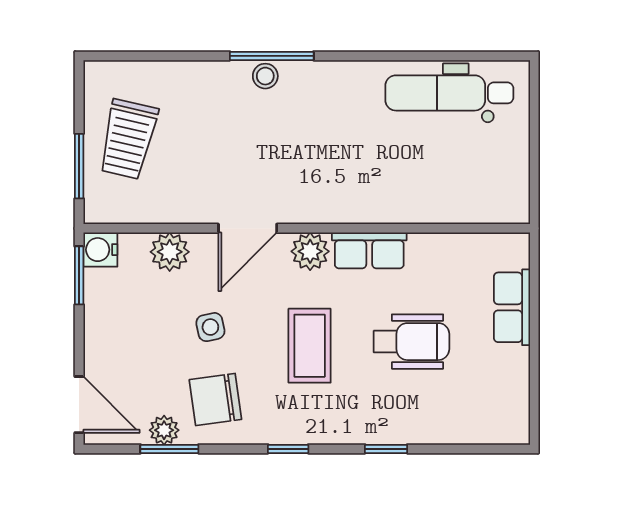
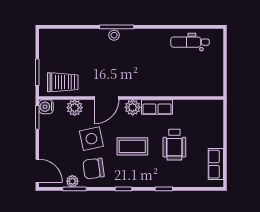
dental chair: (449, 93) -> (190, 42), width x0.73, depth x0.72
trolley: (128, 139) -> (63, 82), moved, turned -103
row of seats: (512, 307) -> (216, 164), moved
side table: (210, 327) -> (91, 139), width x1.87, depth x1.87
wheelchair: (411, 342) -> (174, 145), turned 90
coffee table: (310, 346) -> (132, 146), turned 90

